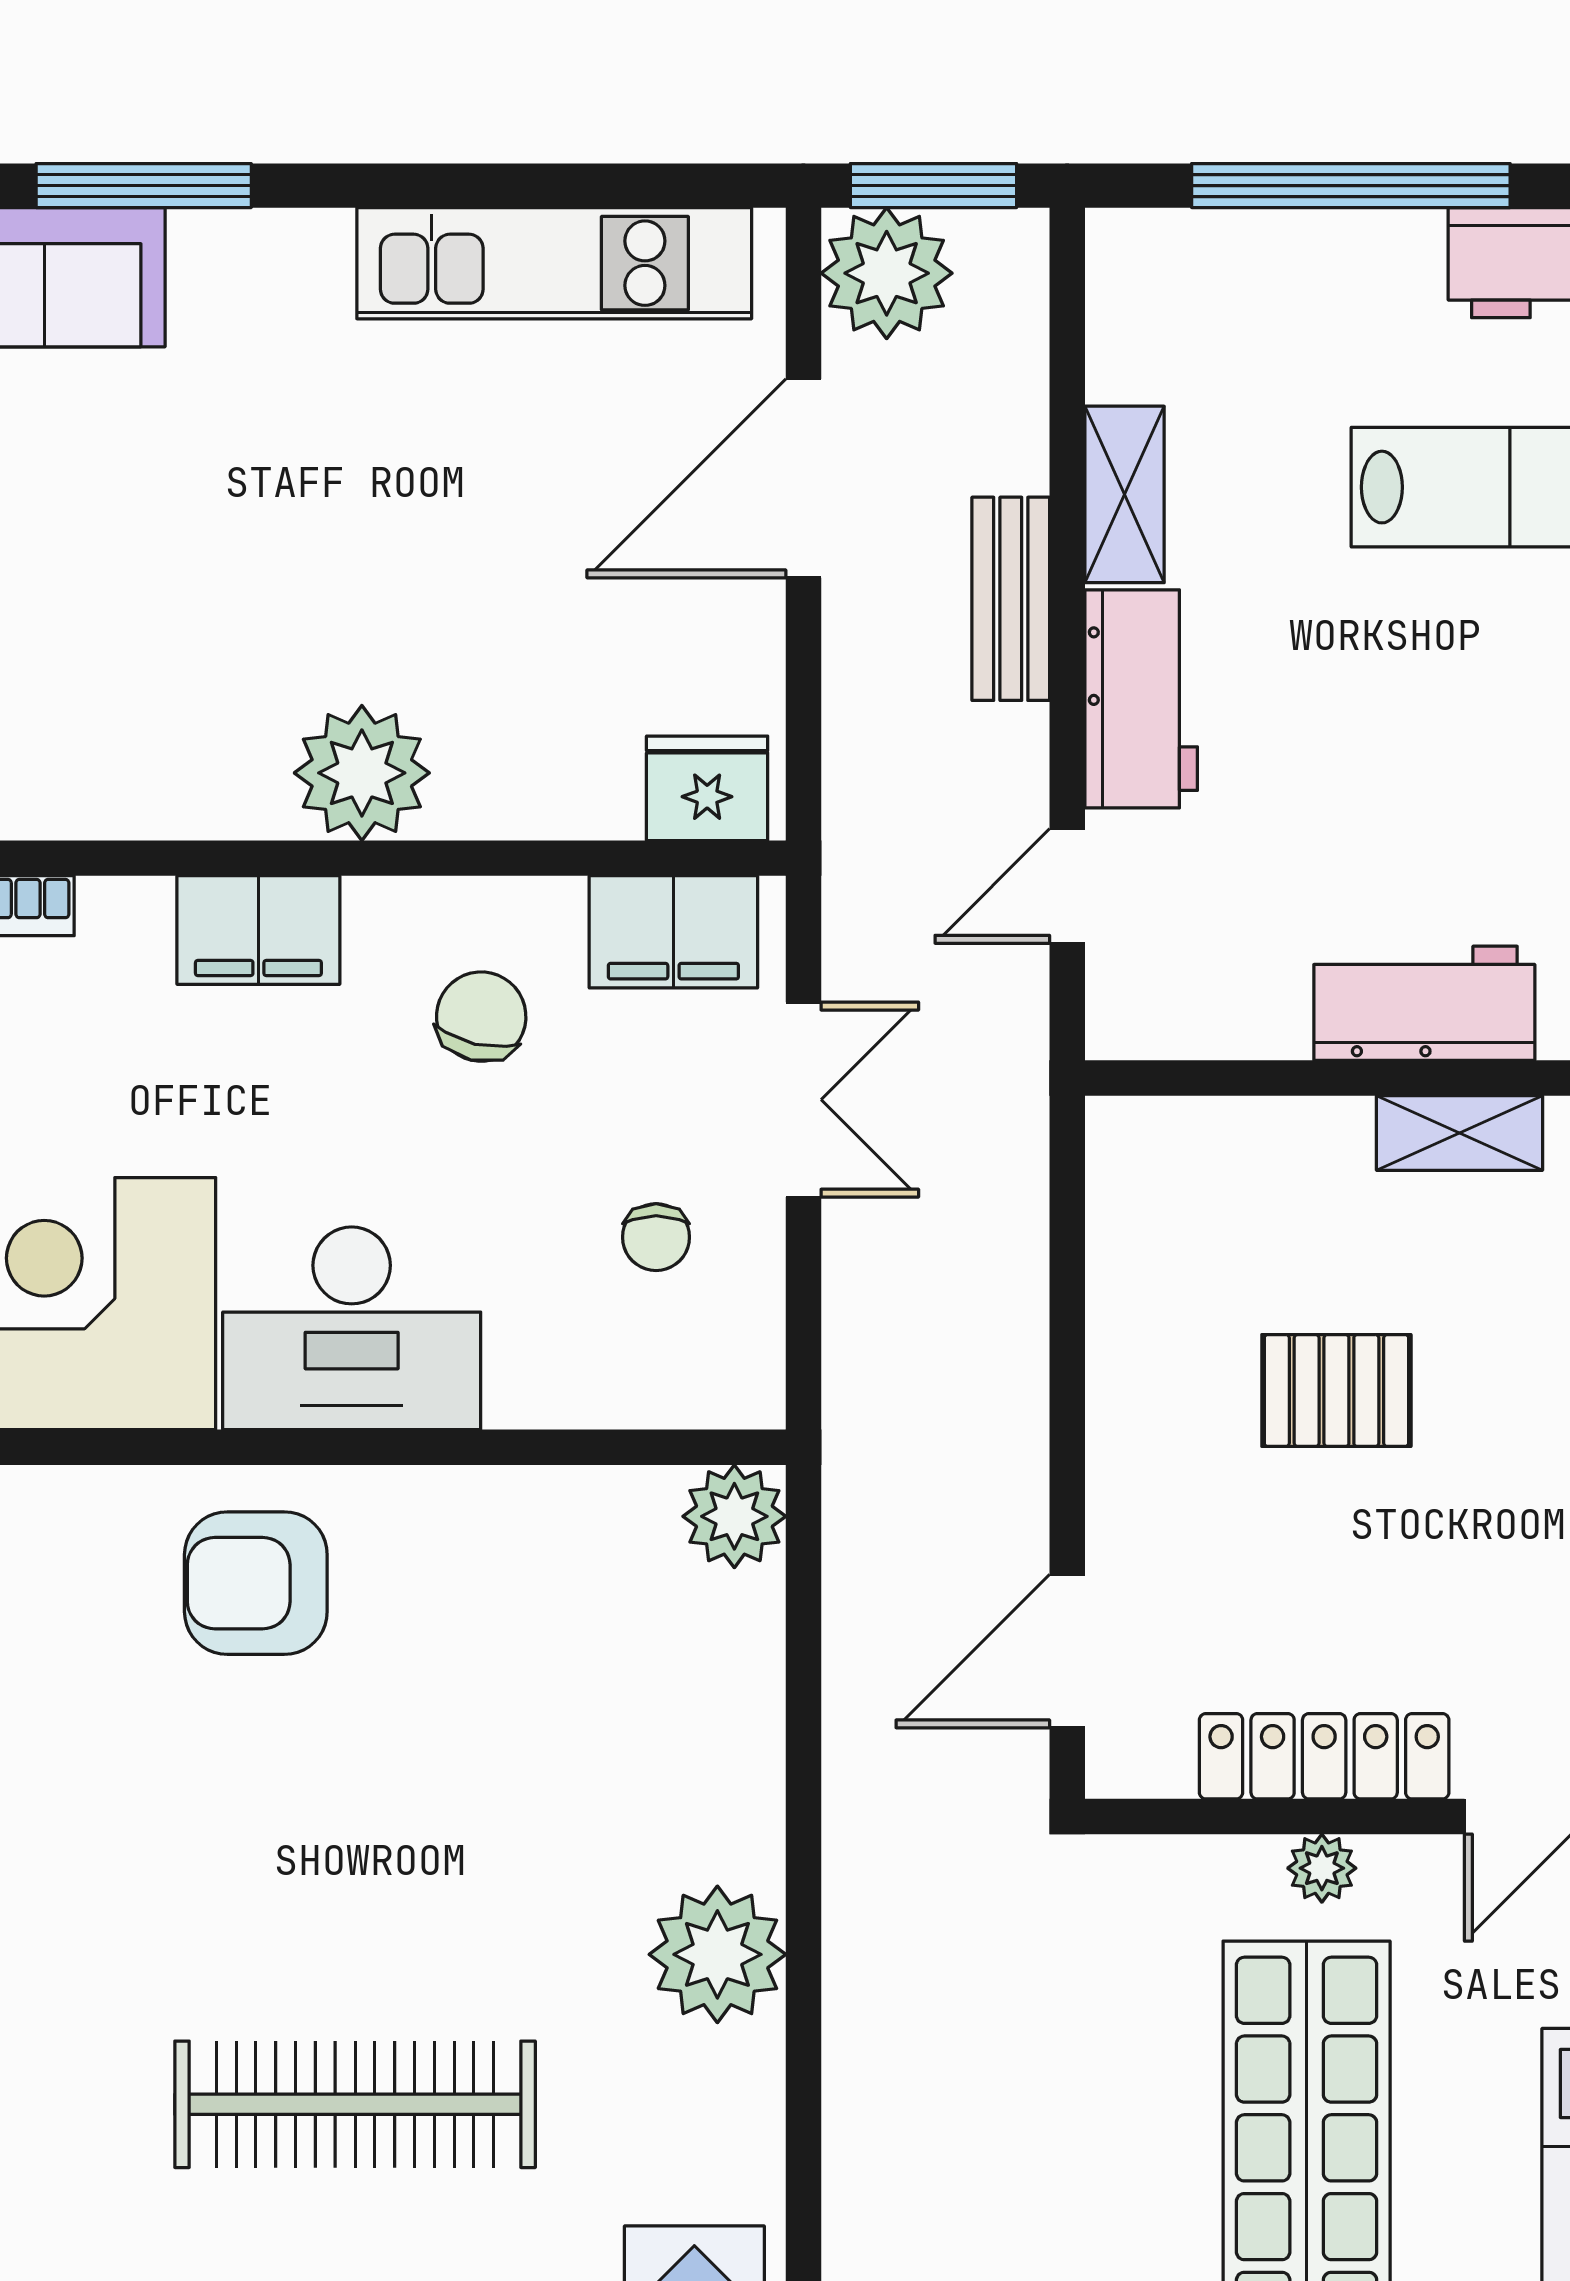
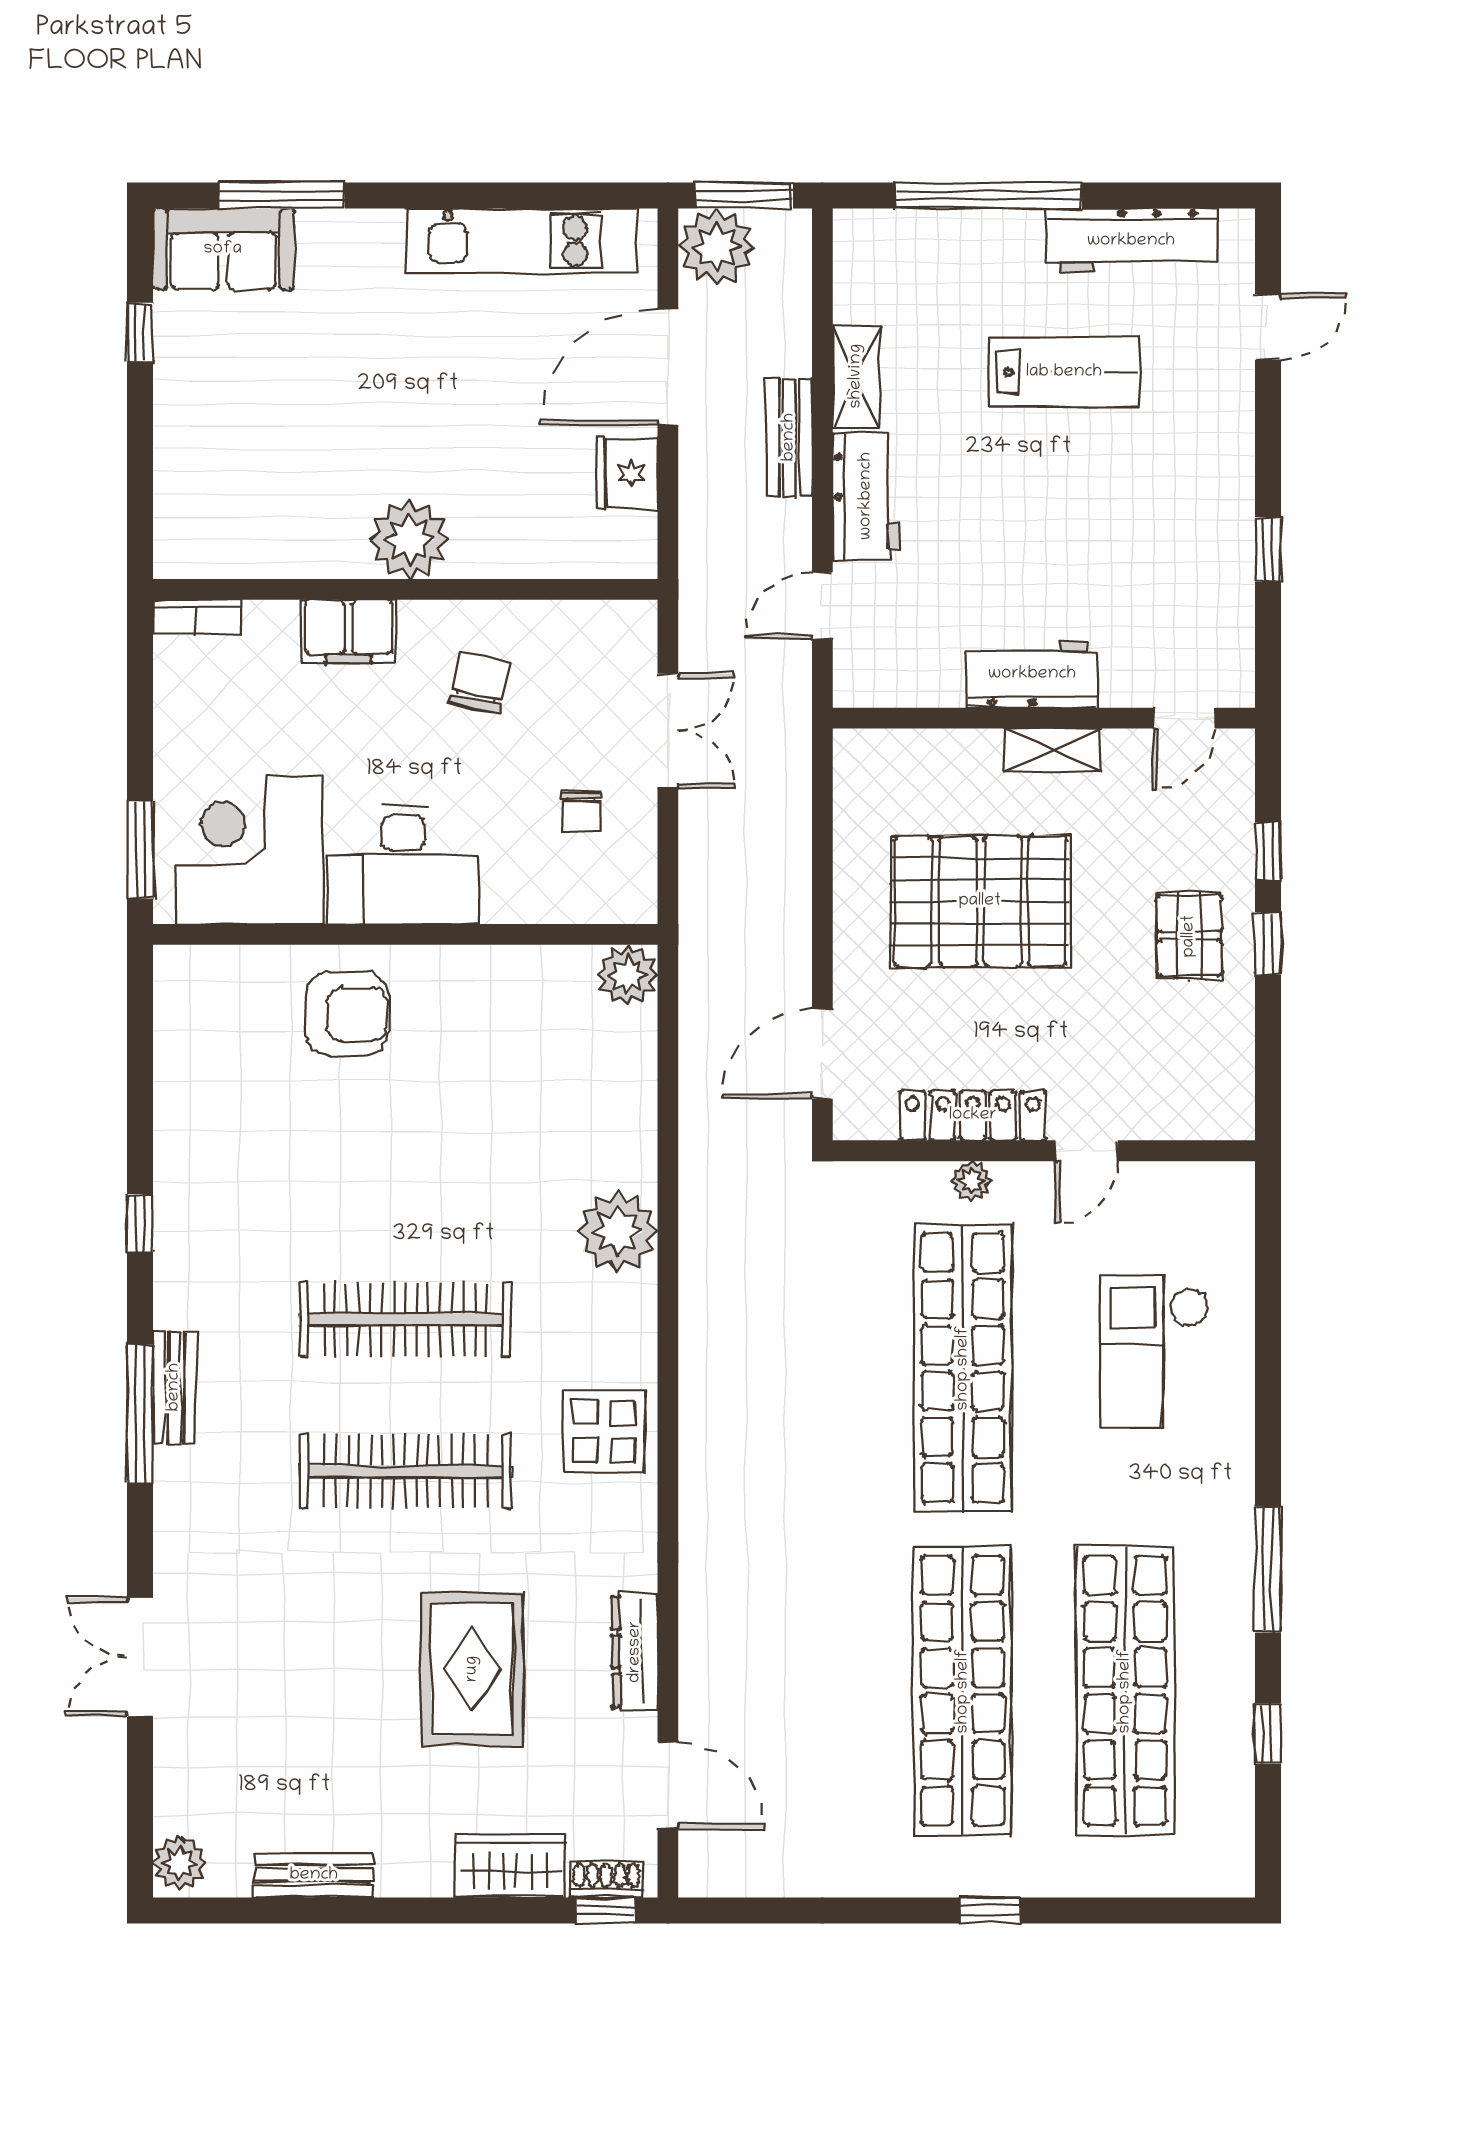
fridge: (707, 788) -> (627, 473), moved, turned -90
filing cabinet: (673, 932) -> (592, 633), removed
pallet: (1336, 1391) -> (980, 901), width x2.05, depth x2.00
armchair: (256, 1583) -> (347, 1014), turned 180

